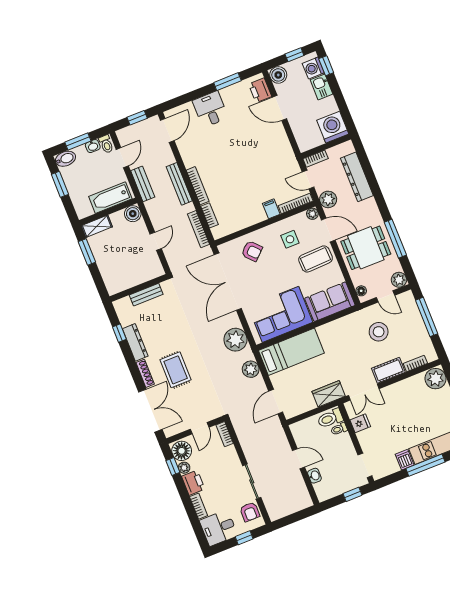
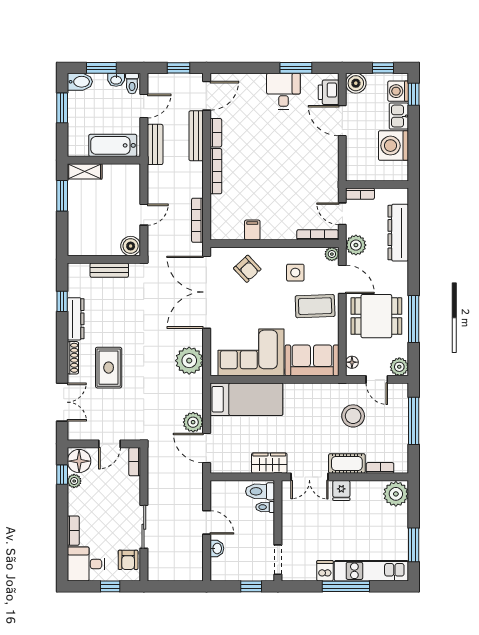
desk: (210, 109) -> (283, 91), moved
washing machine: (333, 127) -> (393, 146), moved, turned -90
bench: (179, 184) -> (196, 136), moved
filing cabinet: (271, 209) -> (252, 230), moved
boiler: (133, 214) -> (131, 246), moved
bookcase: (209, 215) -> (216, 133), moved
plant: (251, 369) -> (193, 422), moved
door: (276, 402) -> (207, 448), hinge flipped
double door: (150, 411) -> (62, 402), width x0.73
fridge: (360, 423) -> (341, 490), moved, turned 90
printer: (193, 483) -> (78, 502), removed

